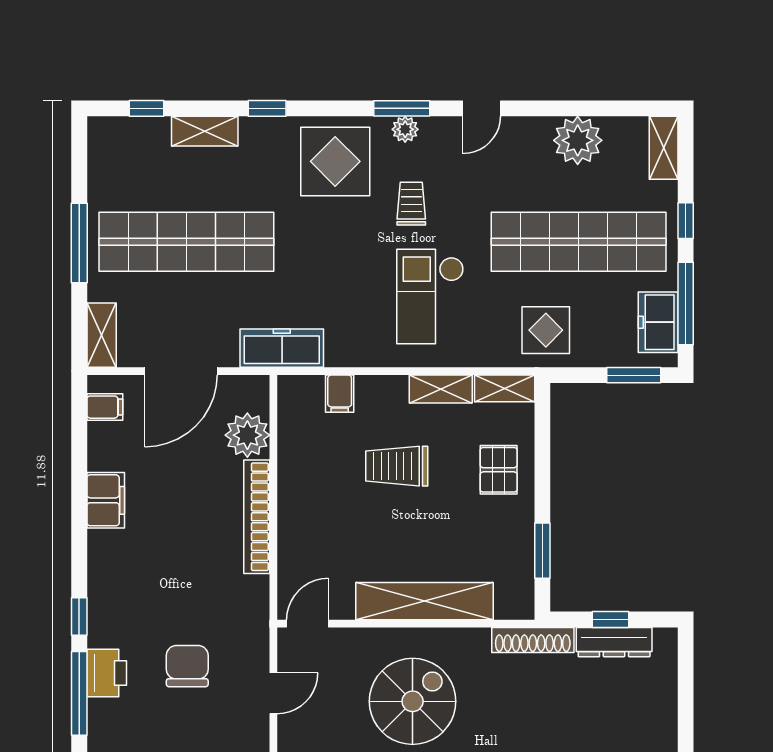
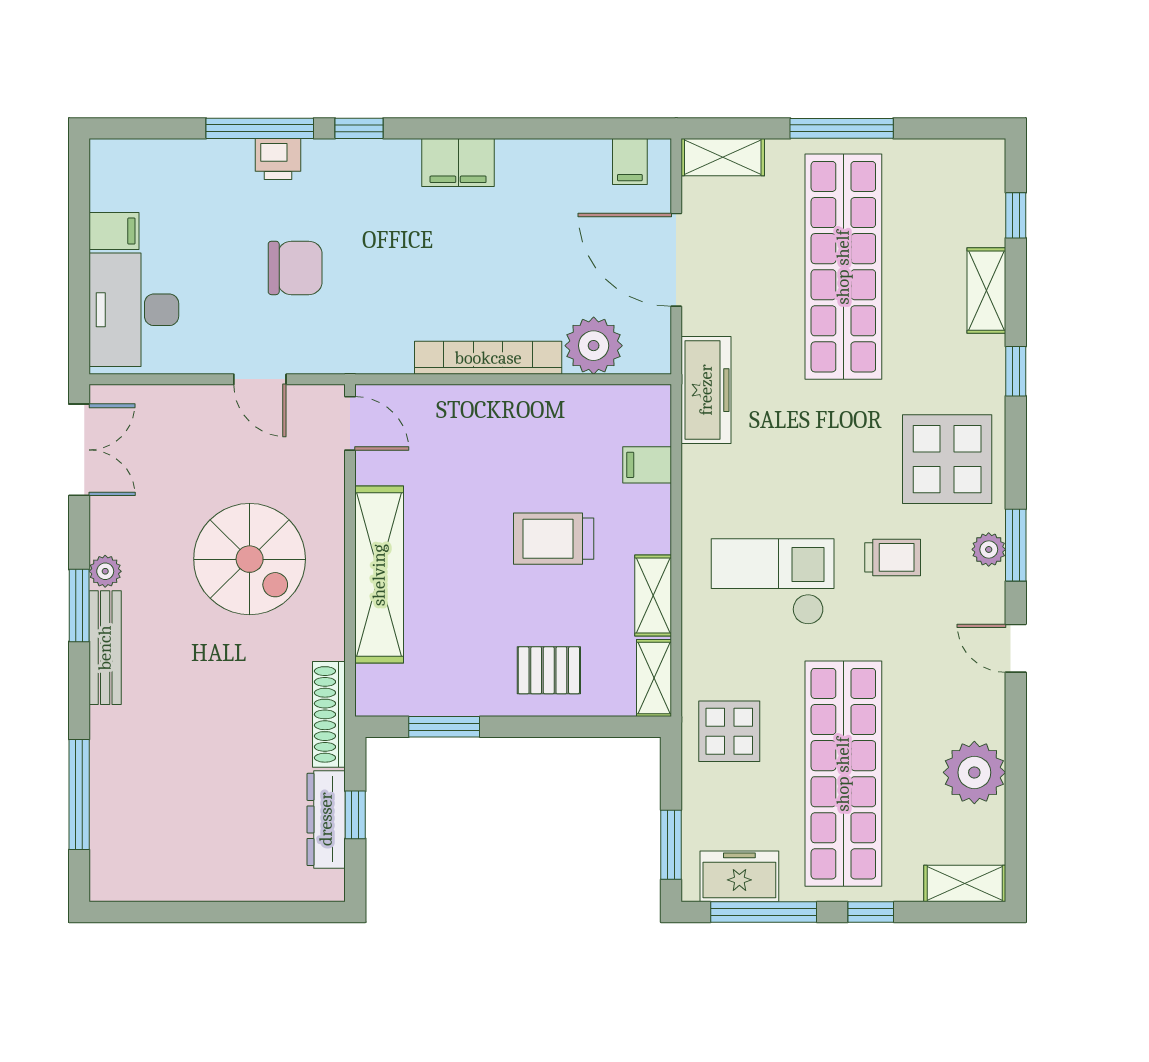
trolley: (397, 466) -> (554, 539), turned -90
filing cabinet: (106, 500) -> (458, 162), moved
printer: (107, 673) -> (278, 159), width x0.73, depth x0.81

